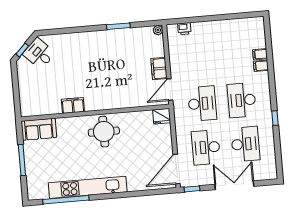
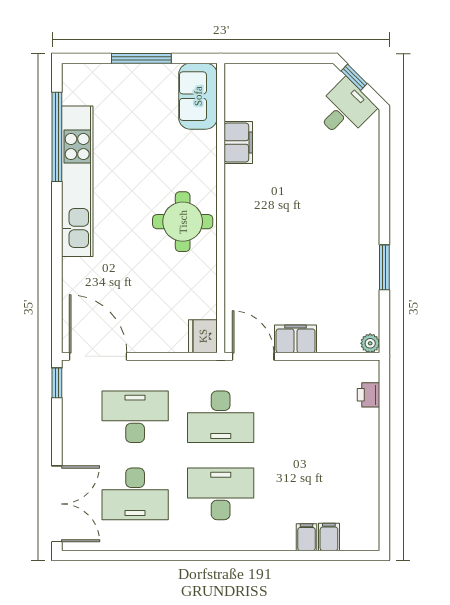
filing cabinet: (261, 66) -> (329, 537), moved
filing cabinet: (73, 105) -> (238, 143), moved
window: (275, 118) -> (180, 555), removed
double door: (234, 185) -> (57, 504), moved

